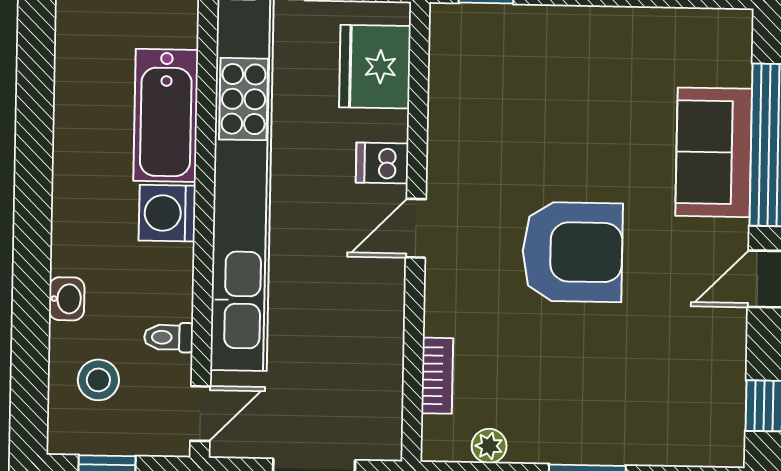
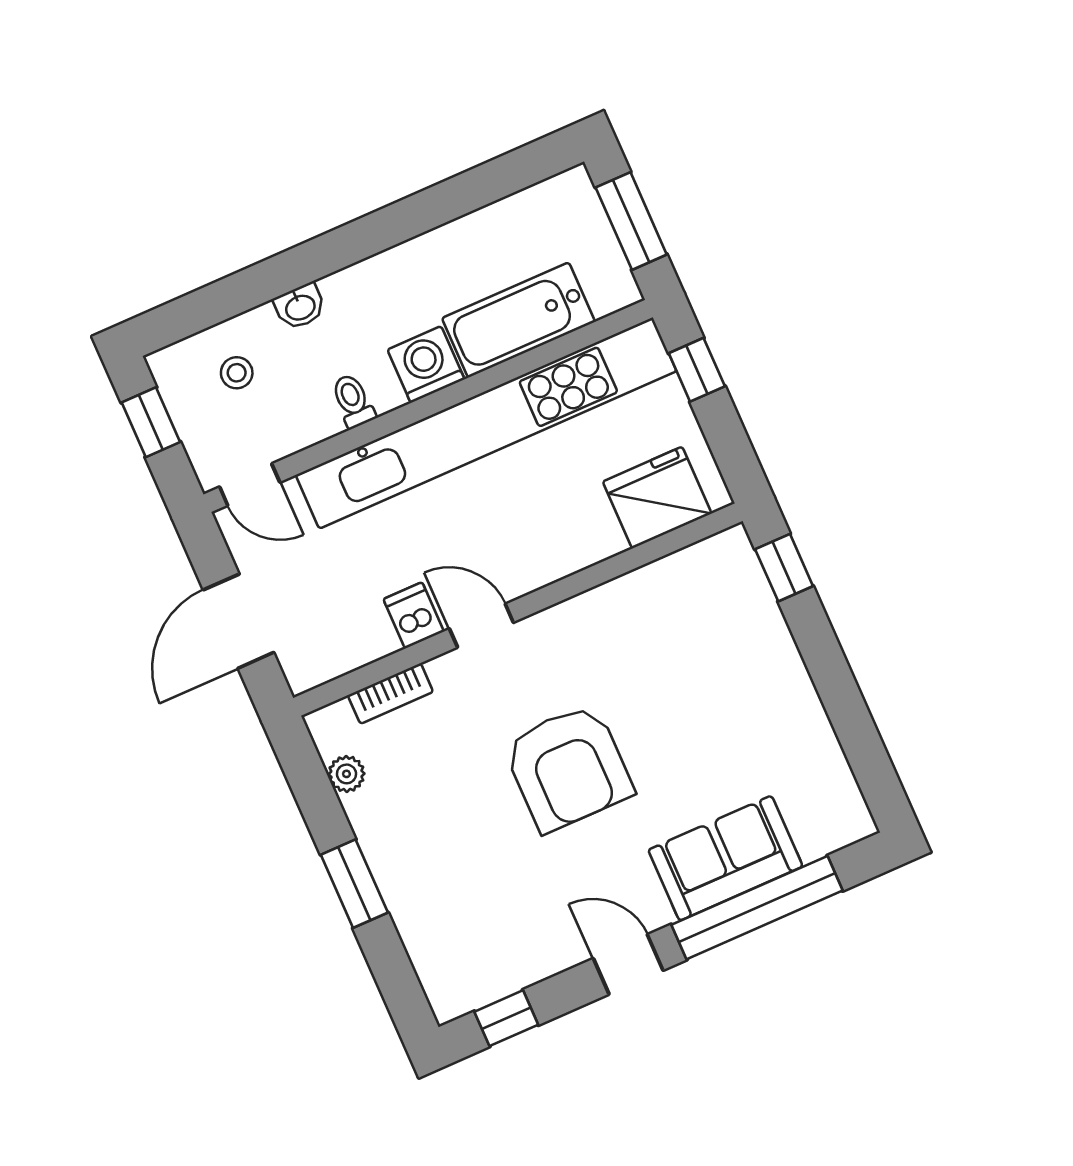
dishwasher: (382, 163) -> (414, 615), moved
door: (416, 228) -> (481, 626), moved
toilet: (169, 337) -> (353, 401), moved
stool: (98, 380) -> (237, 373), width x0.73, depth x0.73

